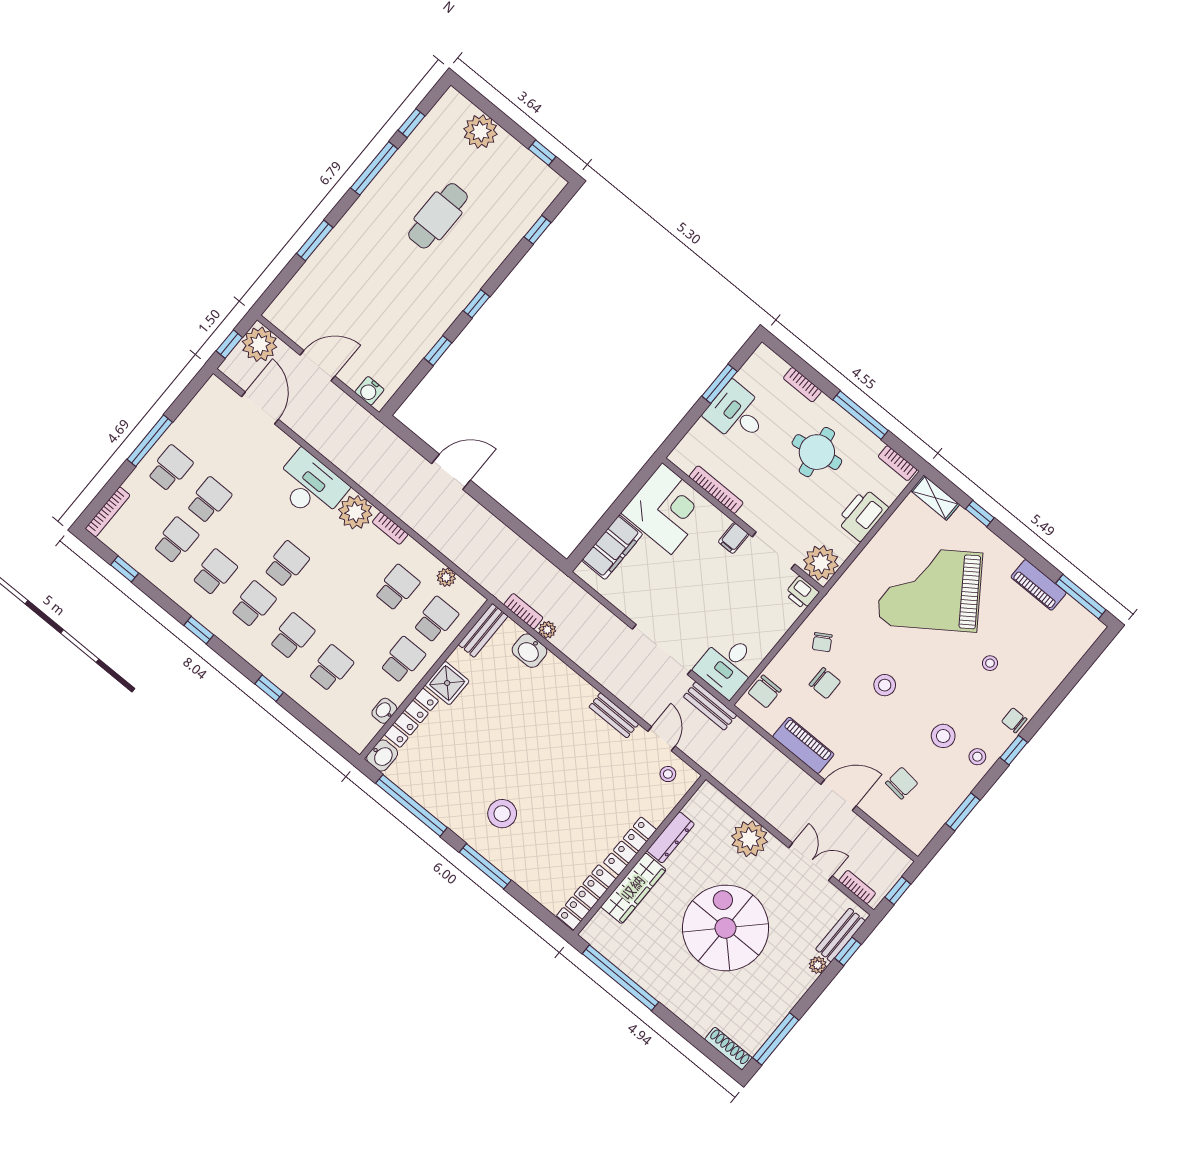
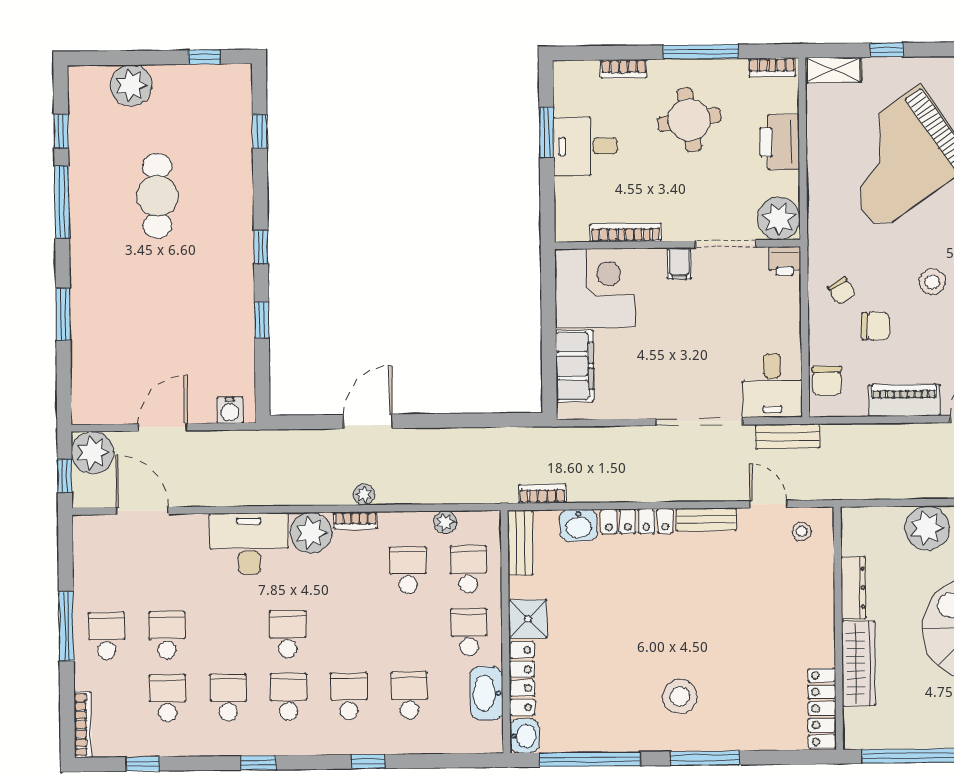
plant: (547, 630) -> (364, 495), moved
washbasin: (384, 711) -> (487, 693), width x1.91, depth x1.45
locker: (630, 846) -> (637, 521), moved, turned -90

